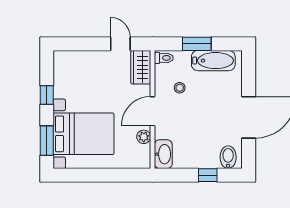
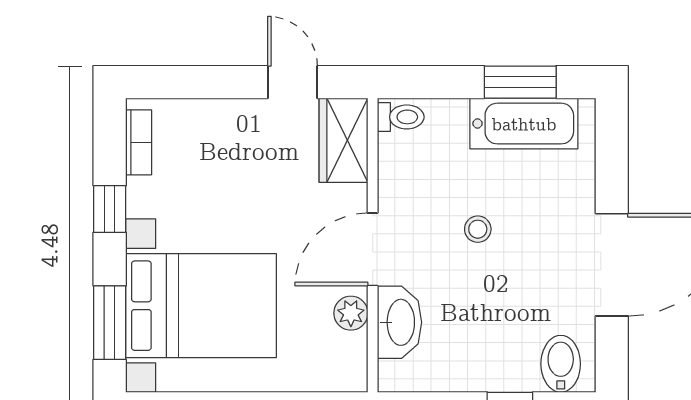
window: (197, 44) -> (520, 82), moved
bookcase: (58, 68) -> (139, 142), added
stool: (180, 88) -> (478, 229), moved
washbasin: (163, 154) -> (400, 322), moved

